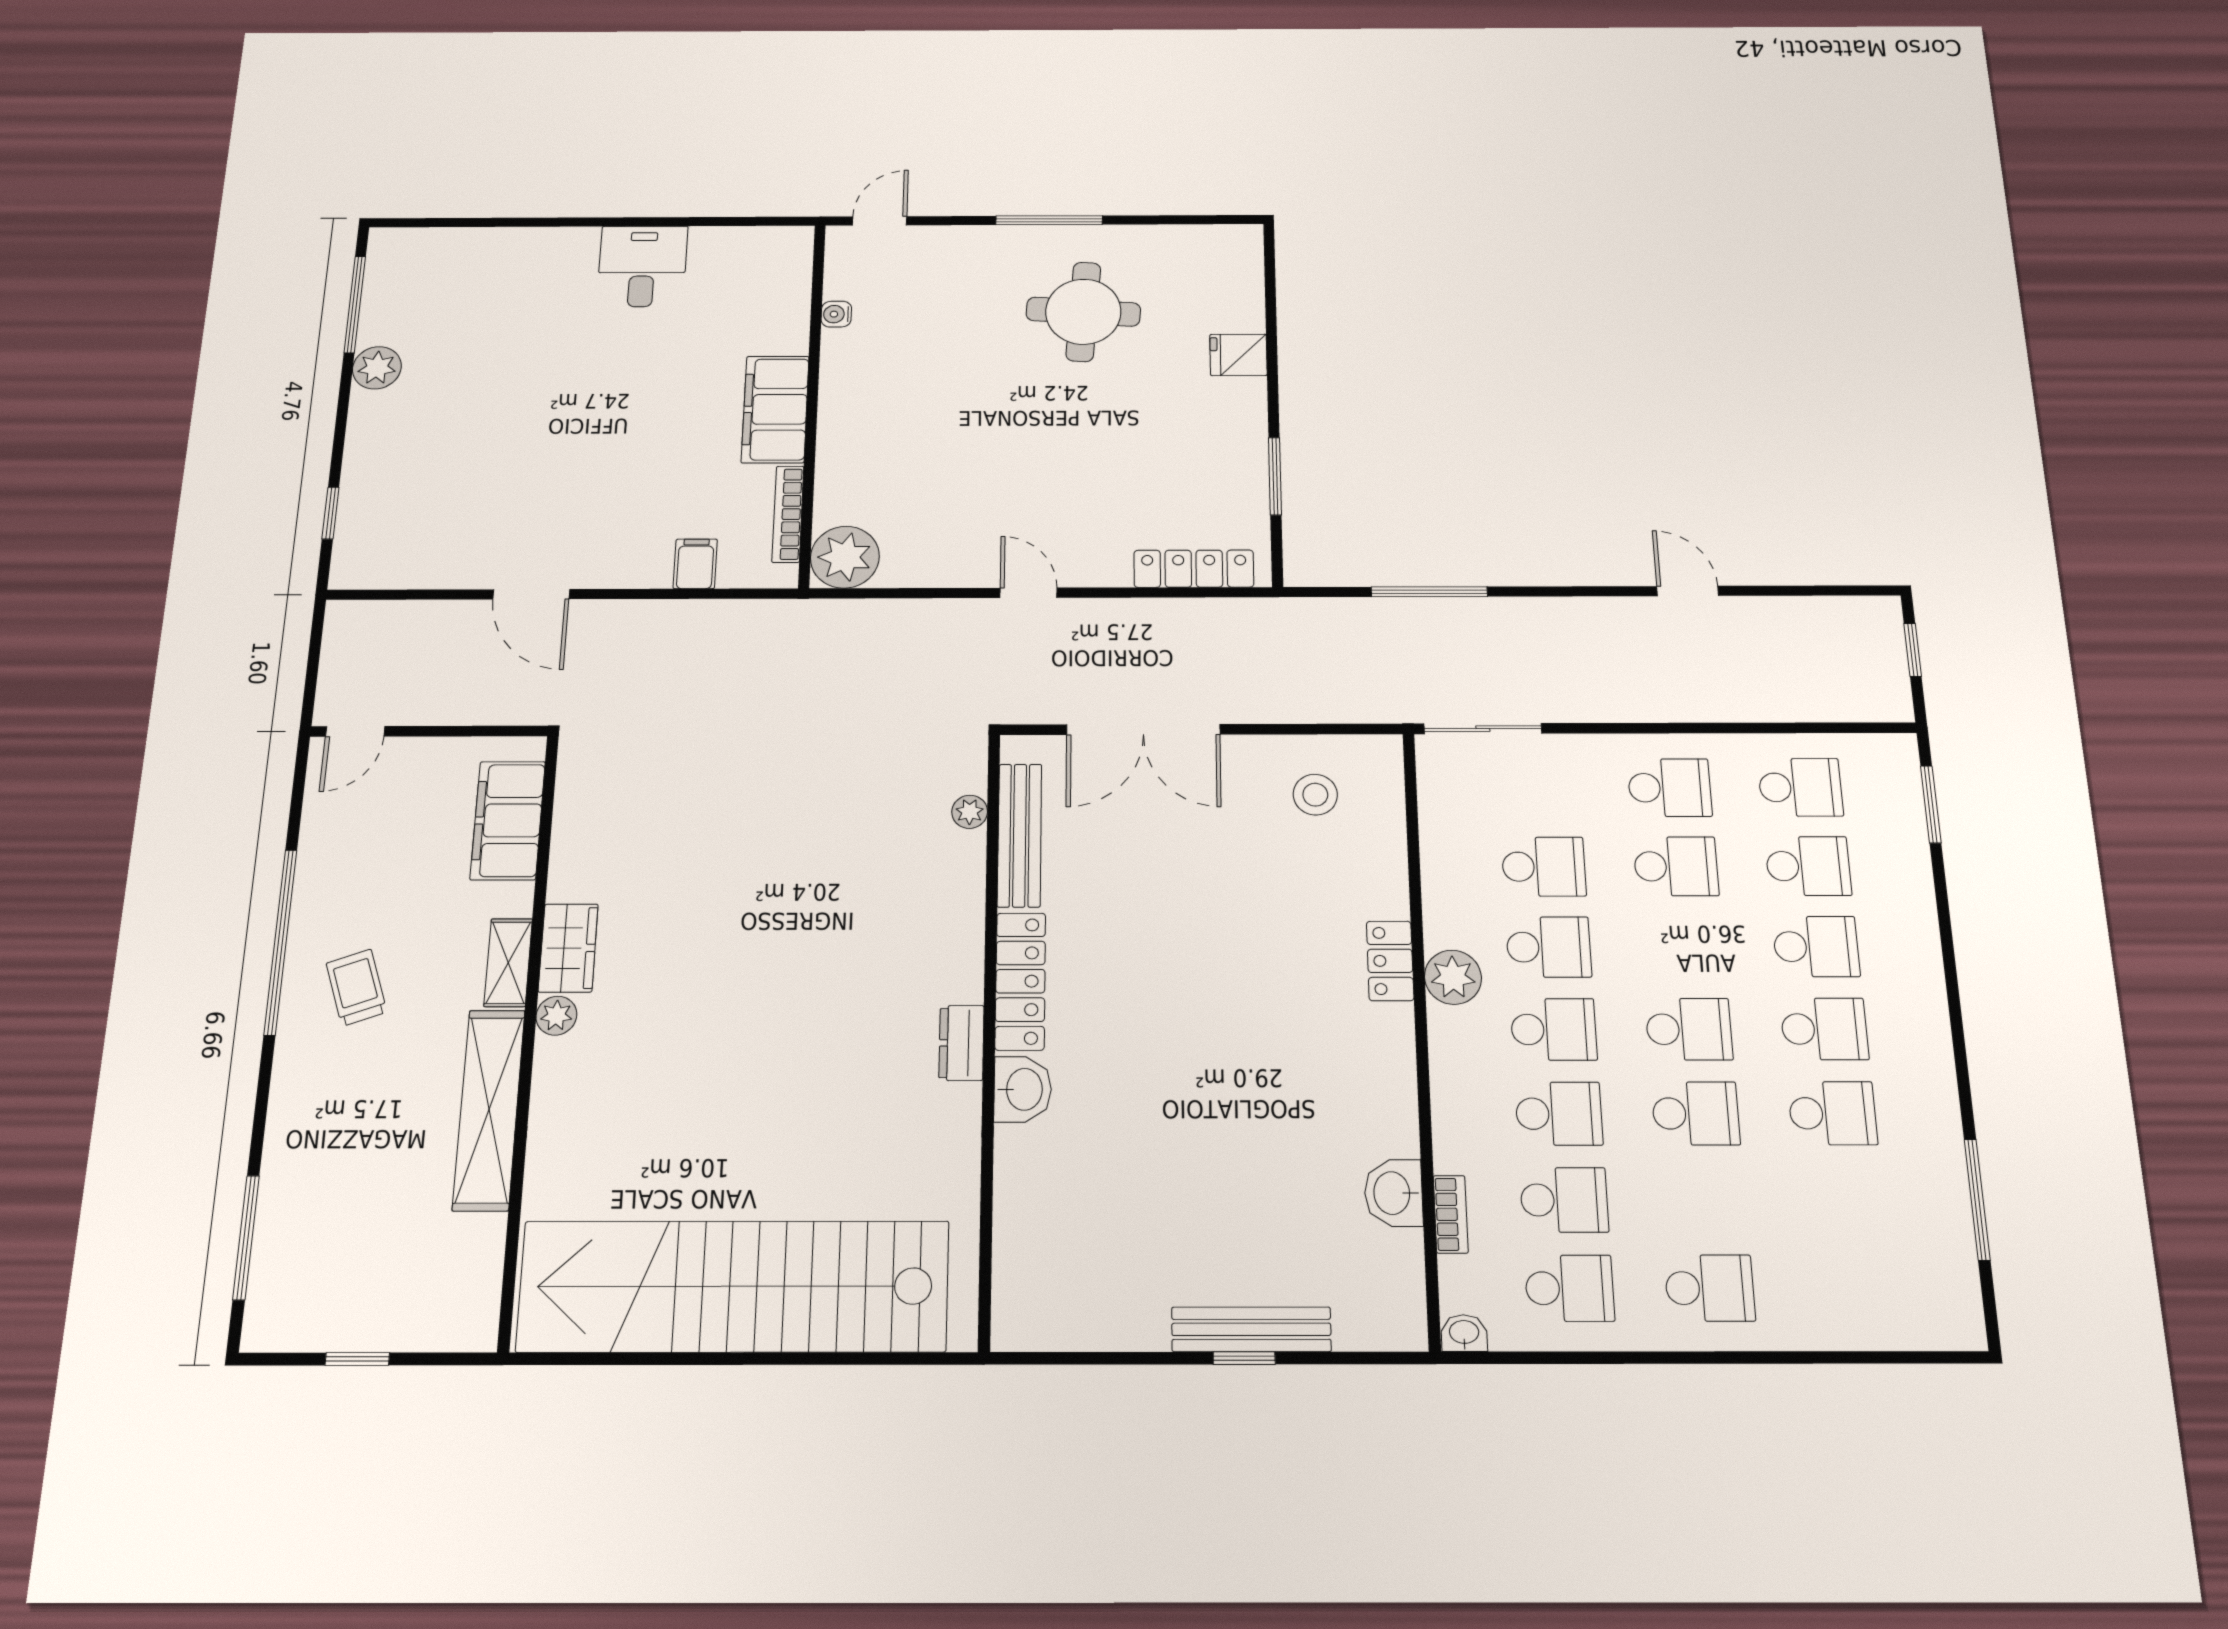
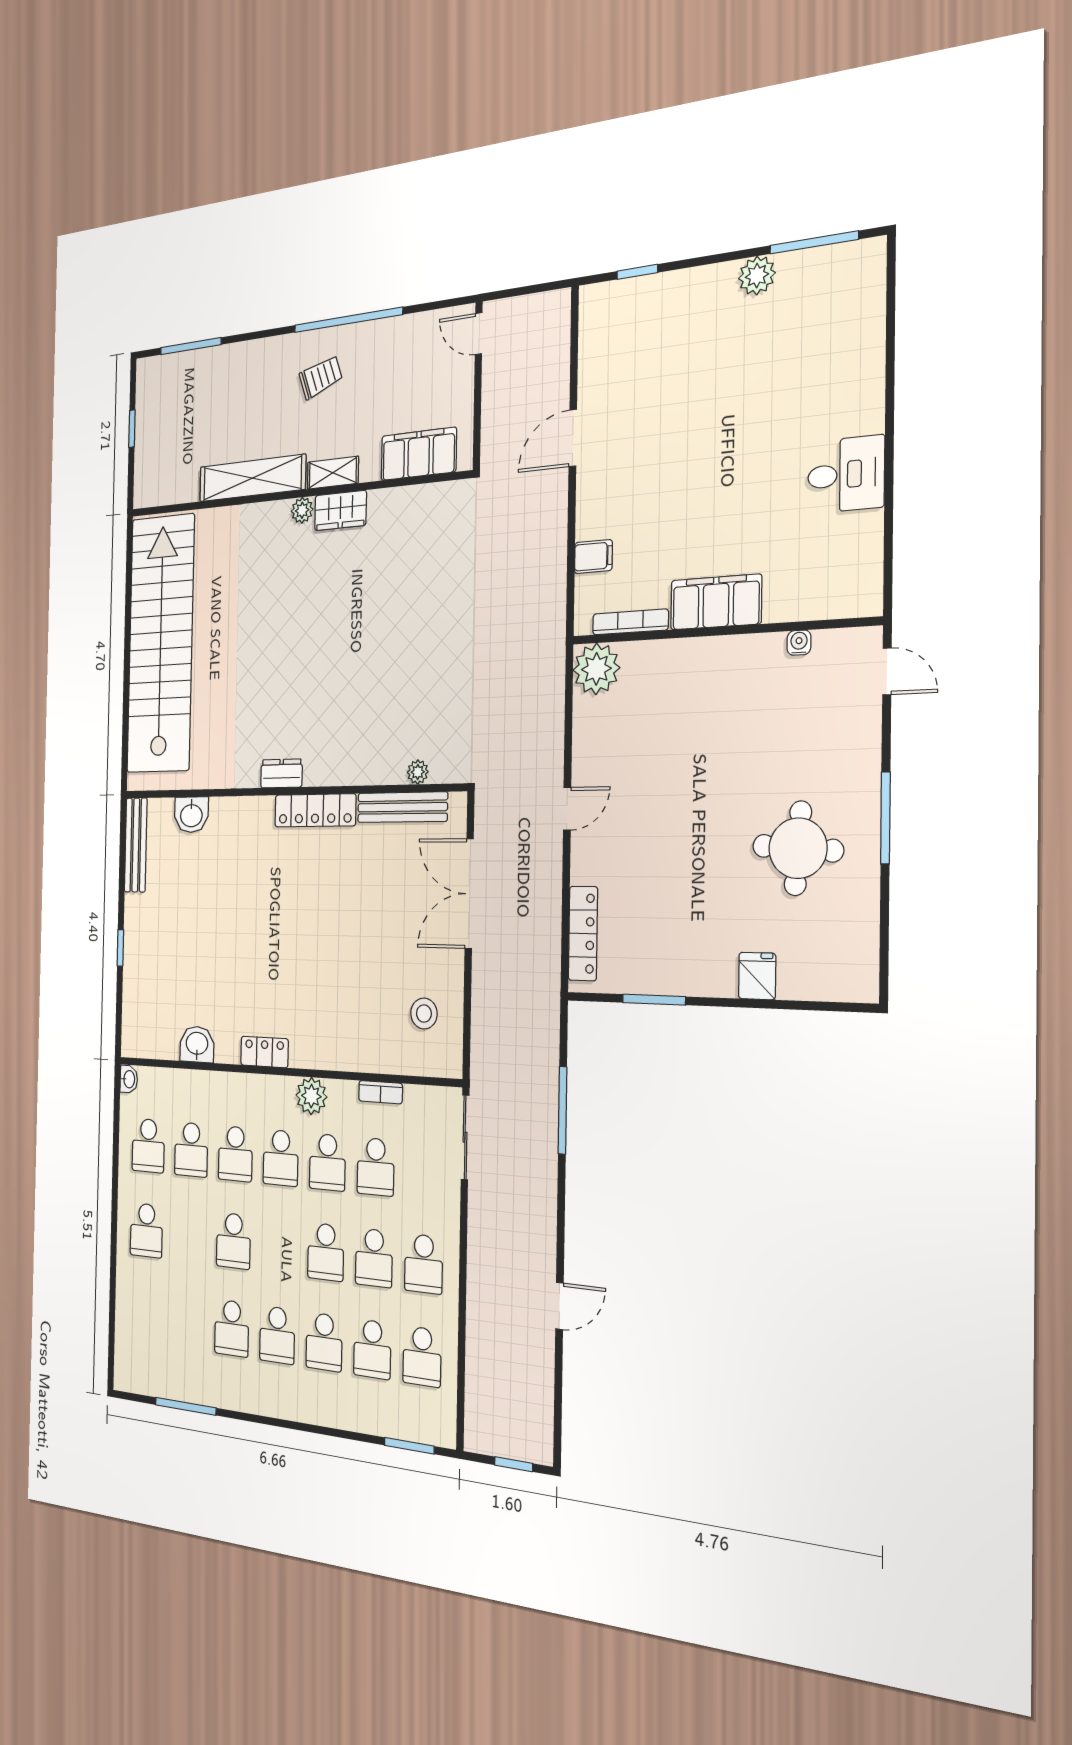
locker: (1390, 961) -> (264, 1052), moved
school desk: (1689, 1029) -> (326, 1252), moved
washbasin: (1023, 1089) -> (191, 815), moved
bookcase: (1451, 1214) -> (381, 1092), moved
bench: (1251, 1329) -> (136, 845), moved

